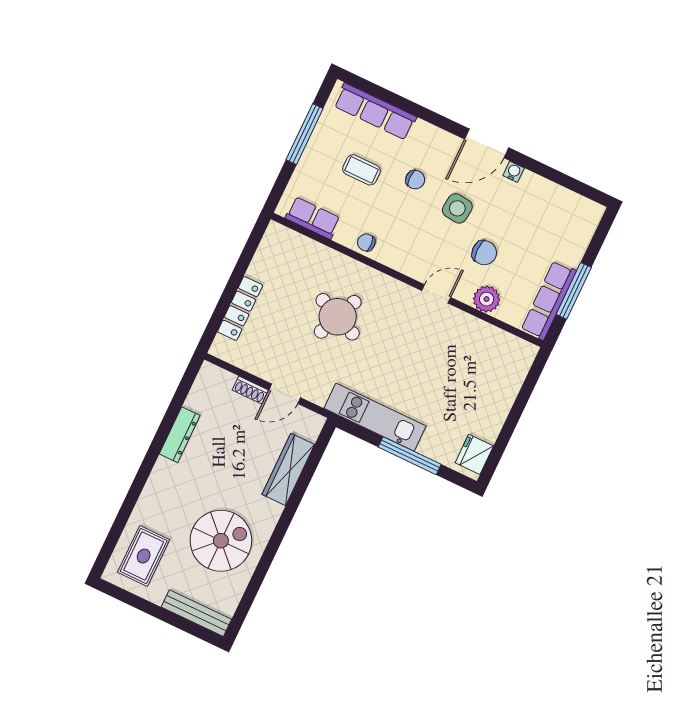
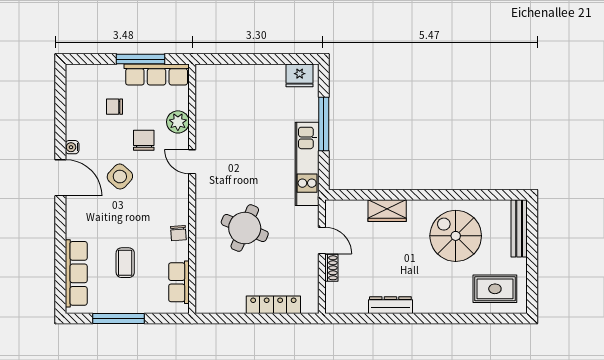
chair: (415, 180) -> (114, 107), moved, turned -90
side table: (457, 208) -> (120, 177), turned 36
wardrobe: (288, 469) -> (387, 211), width x0.67

